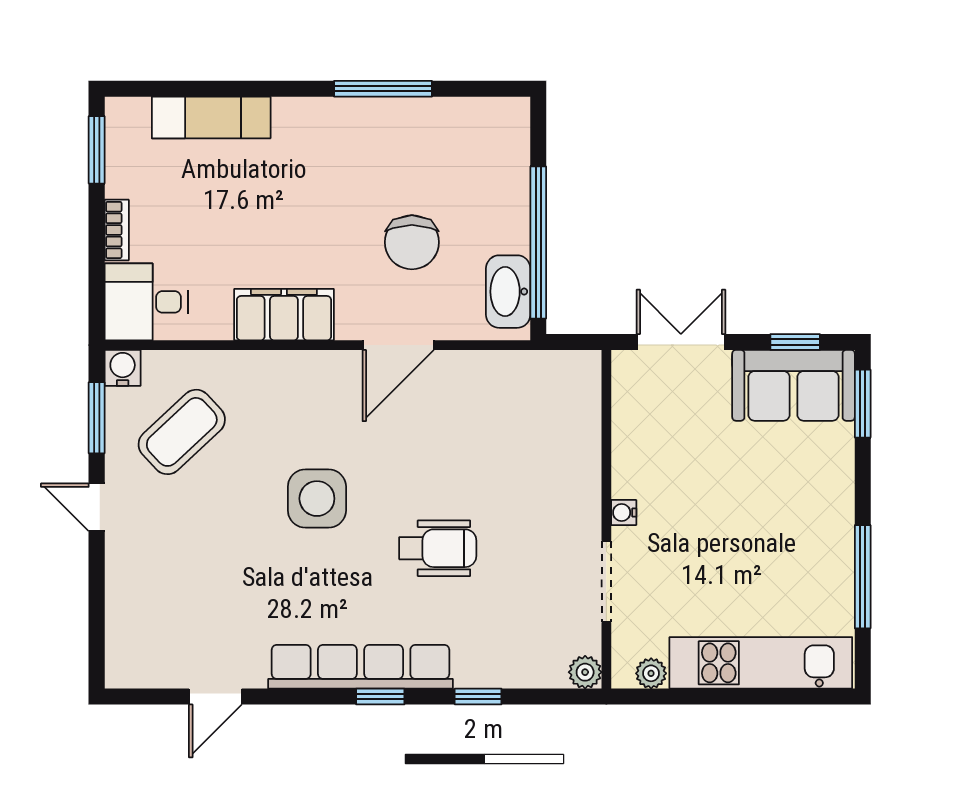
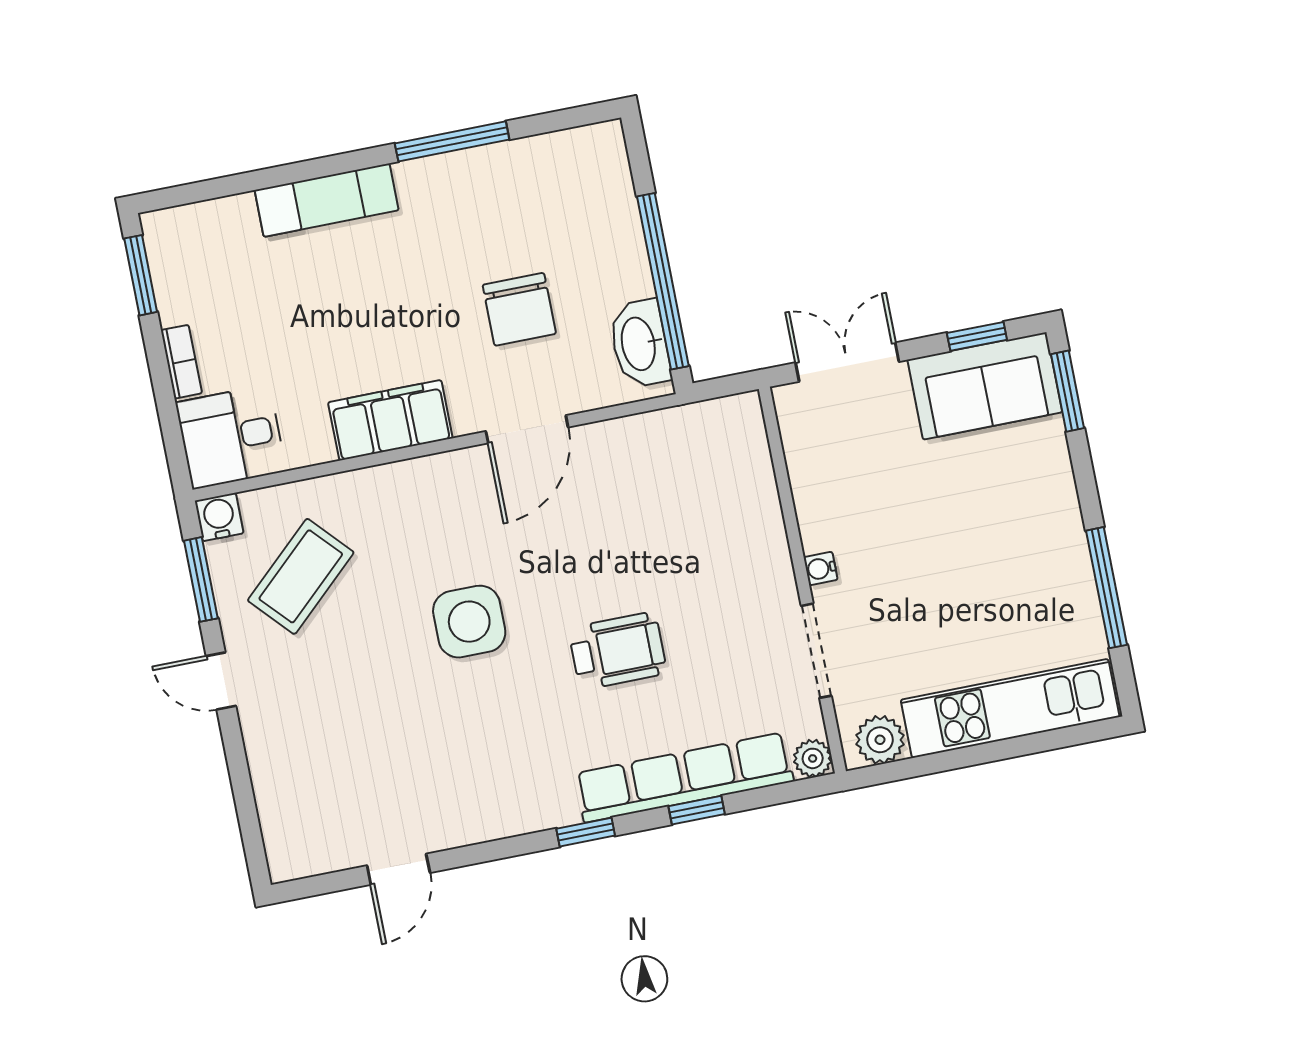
exam couch: (211, 117) -> (327, 200), moved
row of seats: (360, 667) -> (684, 777), moved
plant: (651, 673) -> (880, 740), width x1.38, depth x1.38

